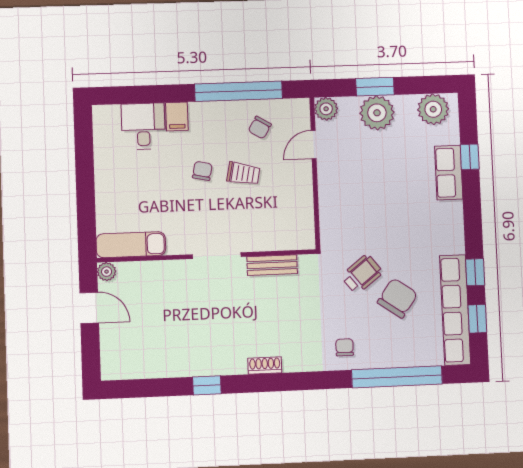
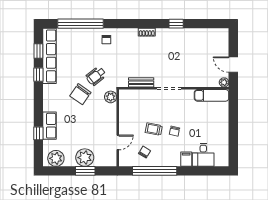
plant: (326, 109) -> (111, 97), moved
chair: (397, 298) -> (80, 94), moved

